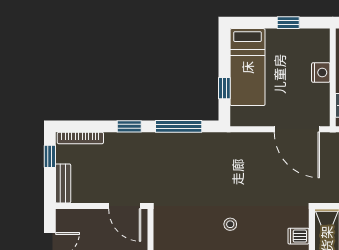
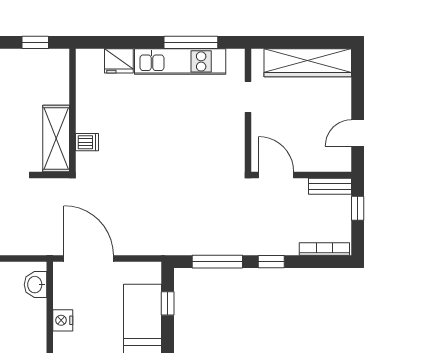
window: (50, 156) -> (358, 208), moved
bench: (63, 183) -> (330, 186), moved, turned 90
stool: (230, 224) -> (161, 155), removed

